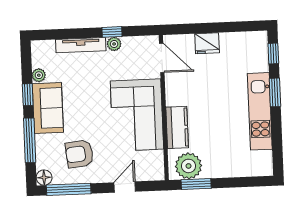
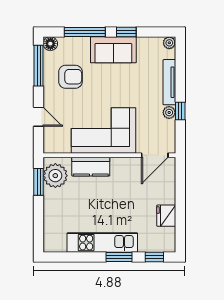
fridge: (207, 43) -> (166, 216), moved
plant: (39, 75) -> (169, 43), moved
armchair: (79, 154) -> (70, 77), turned 96

